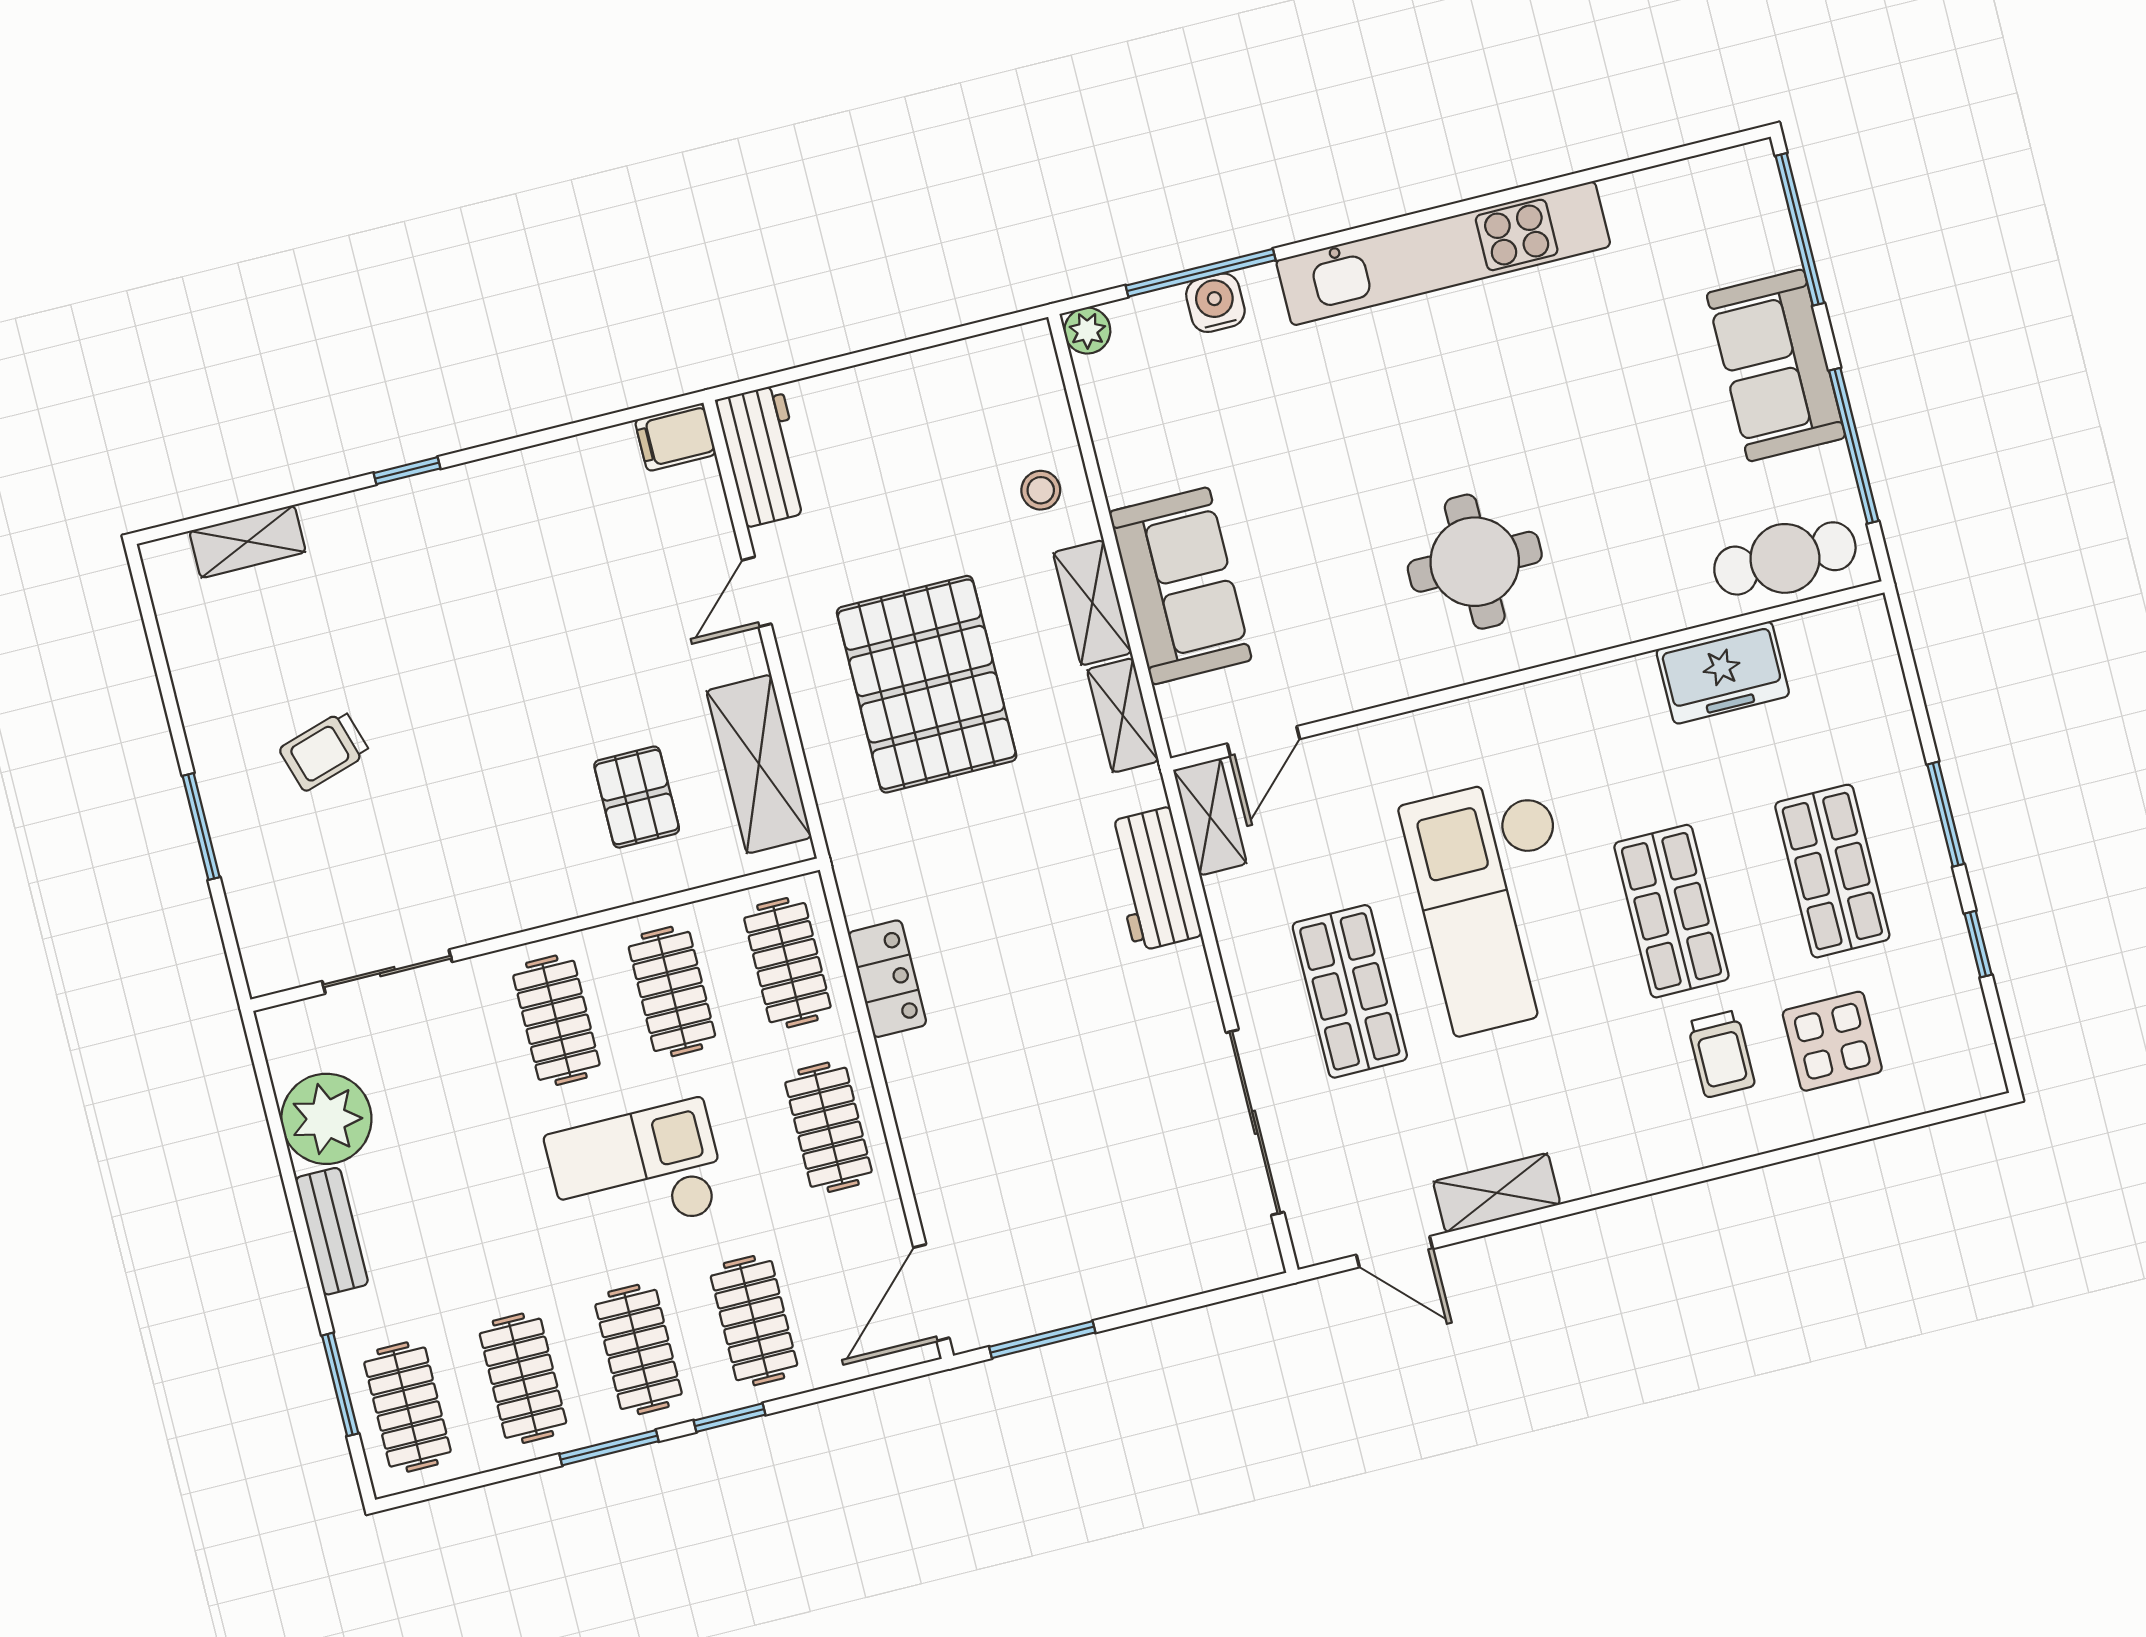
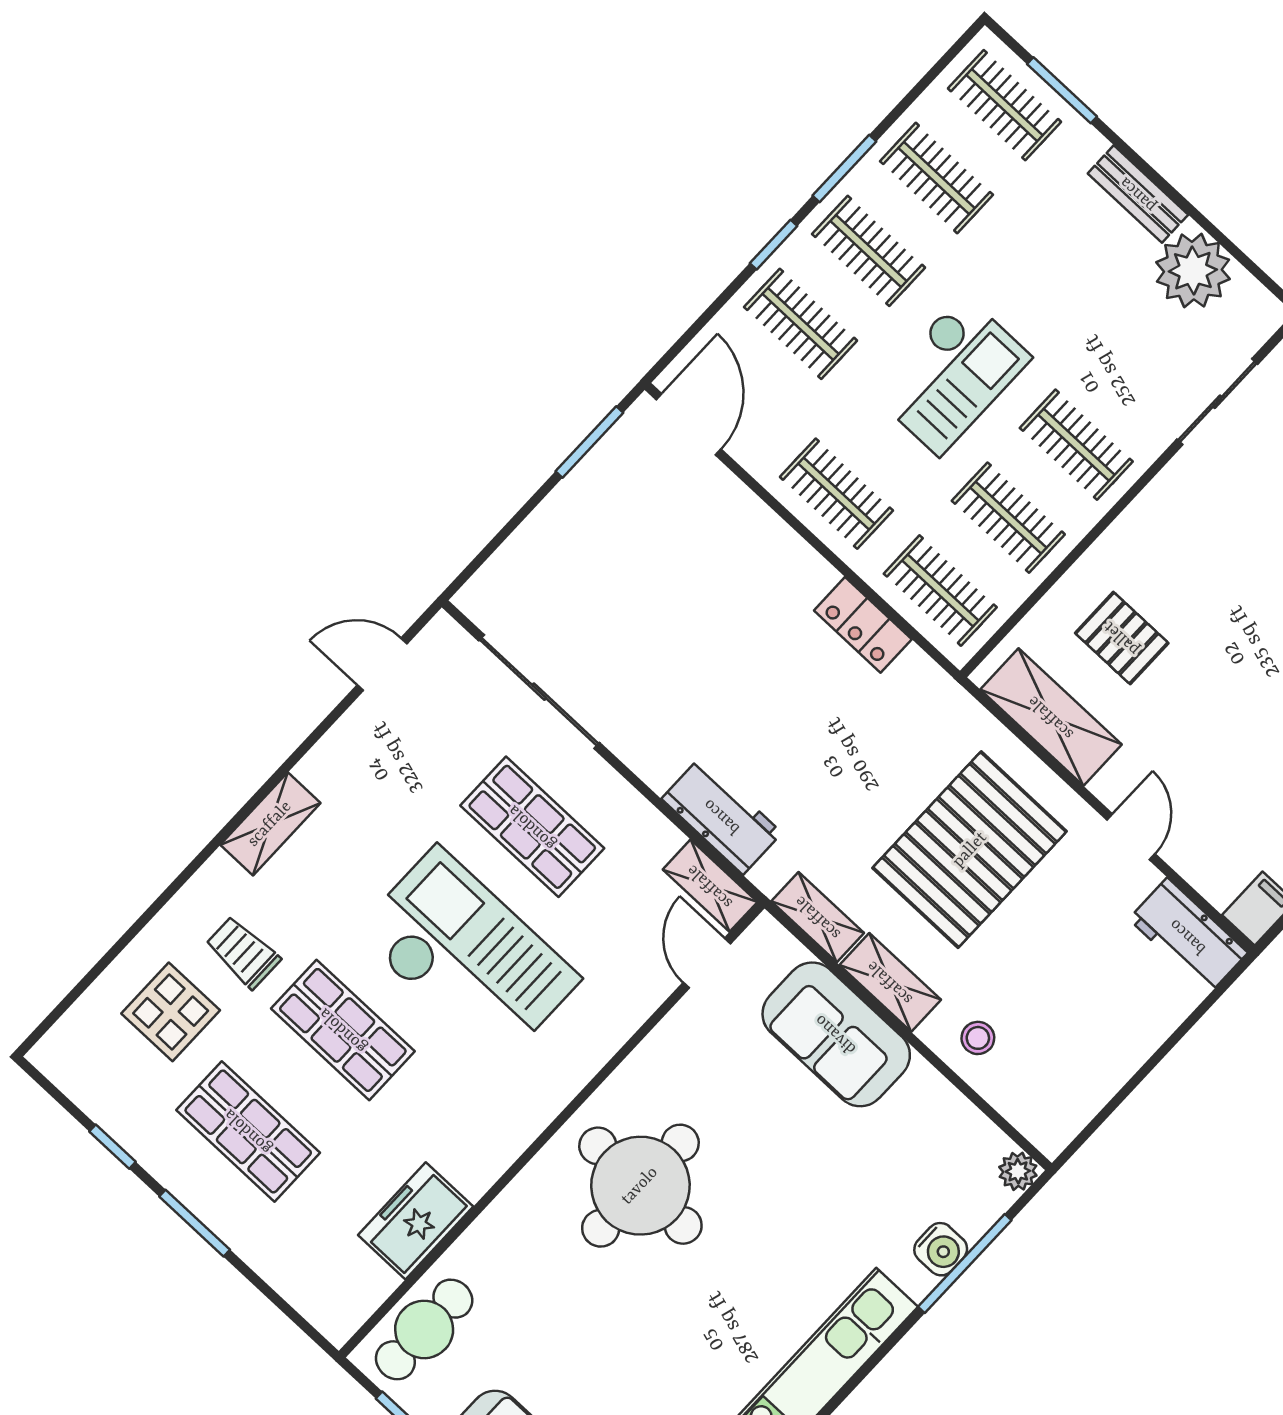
round table: (1475, 562) -> (640, 1186), width x1.36, depth x1.36
pallet: (927, 684) -> (970, 850), turned 90
shelving: (1497, 1193) -> (270, 824), moved

